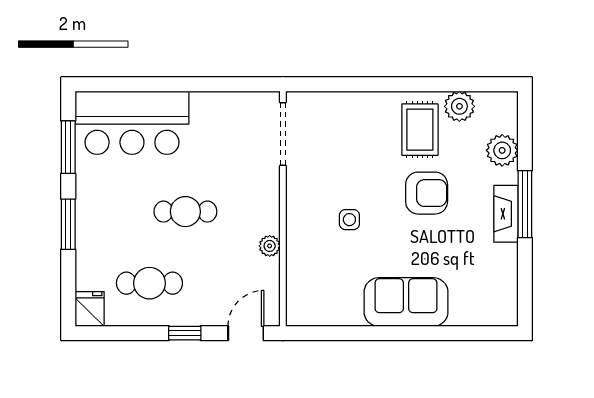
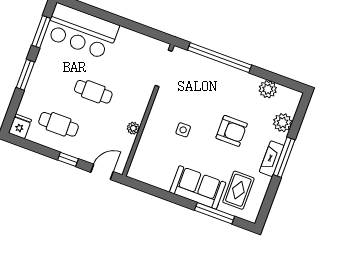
window: (365, 84) -> (220, 58), added
rug: (420, 130) -> (238, 190), moved
window: (447, 333) -> (215, 213), added

